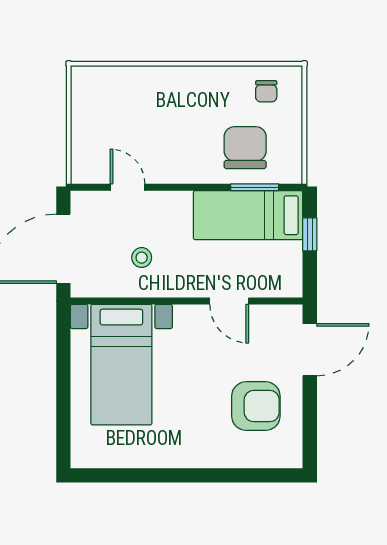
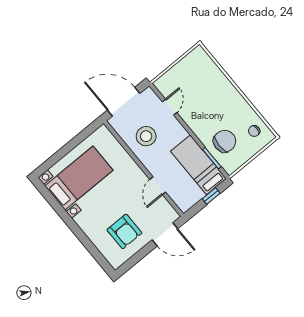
stool: (142, 258) -> (146, 136), width x1.89, depth x1.89
bed with nightstands: (121, 365) -> (79, 178), moved, turned 180

